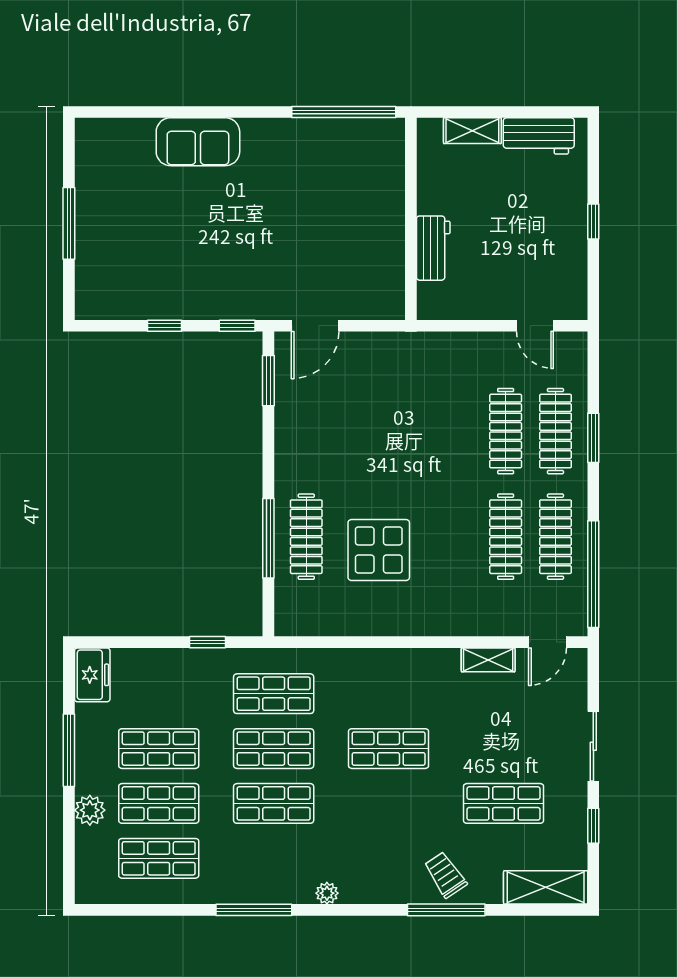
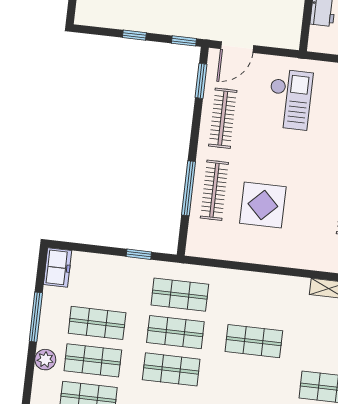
checkout: (400, 393) -> (290, 99), added
clothes rail: (306, 431) -> (223, 118), added

